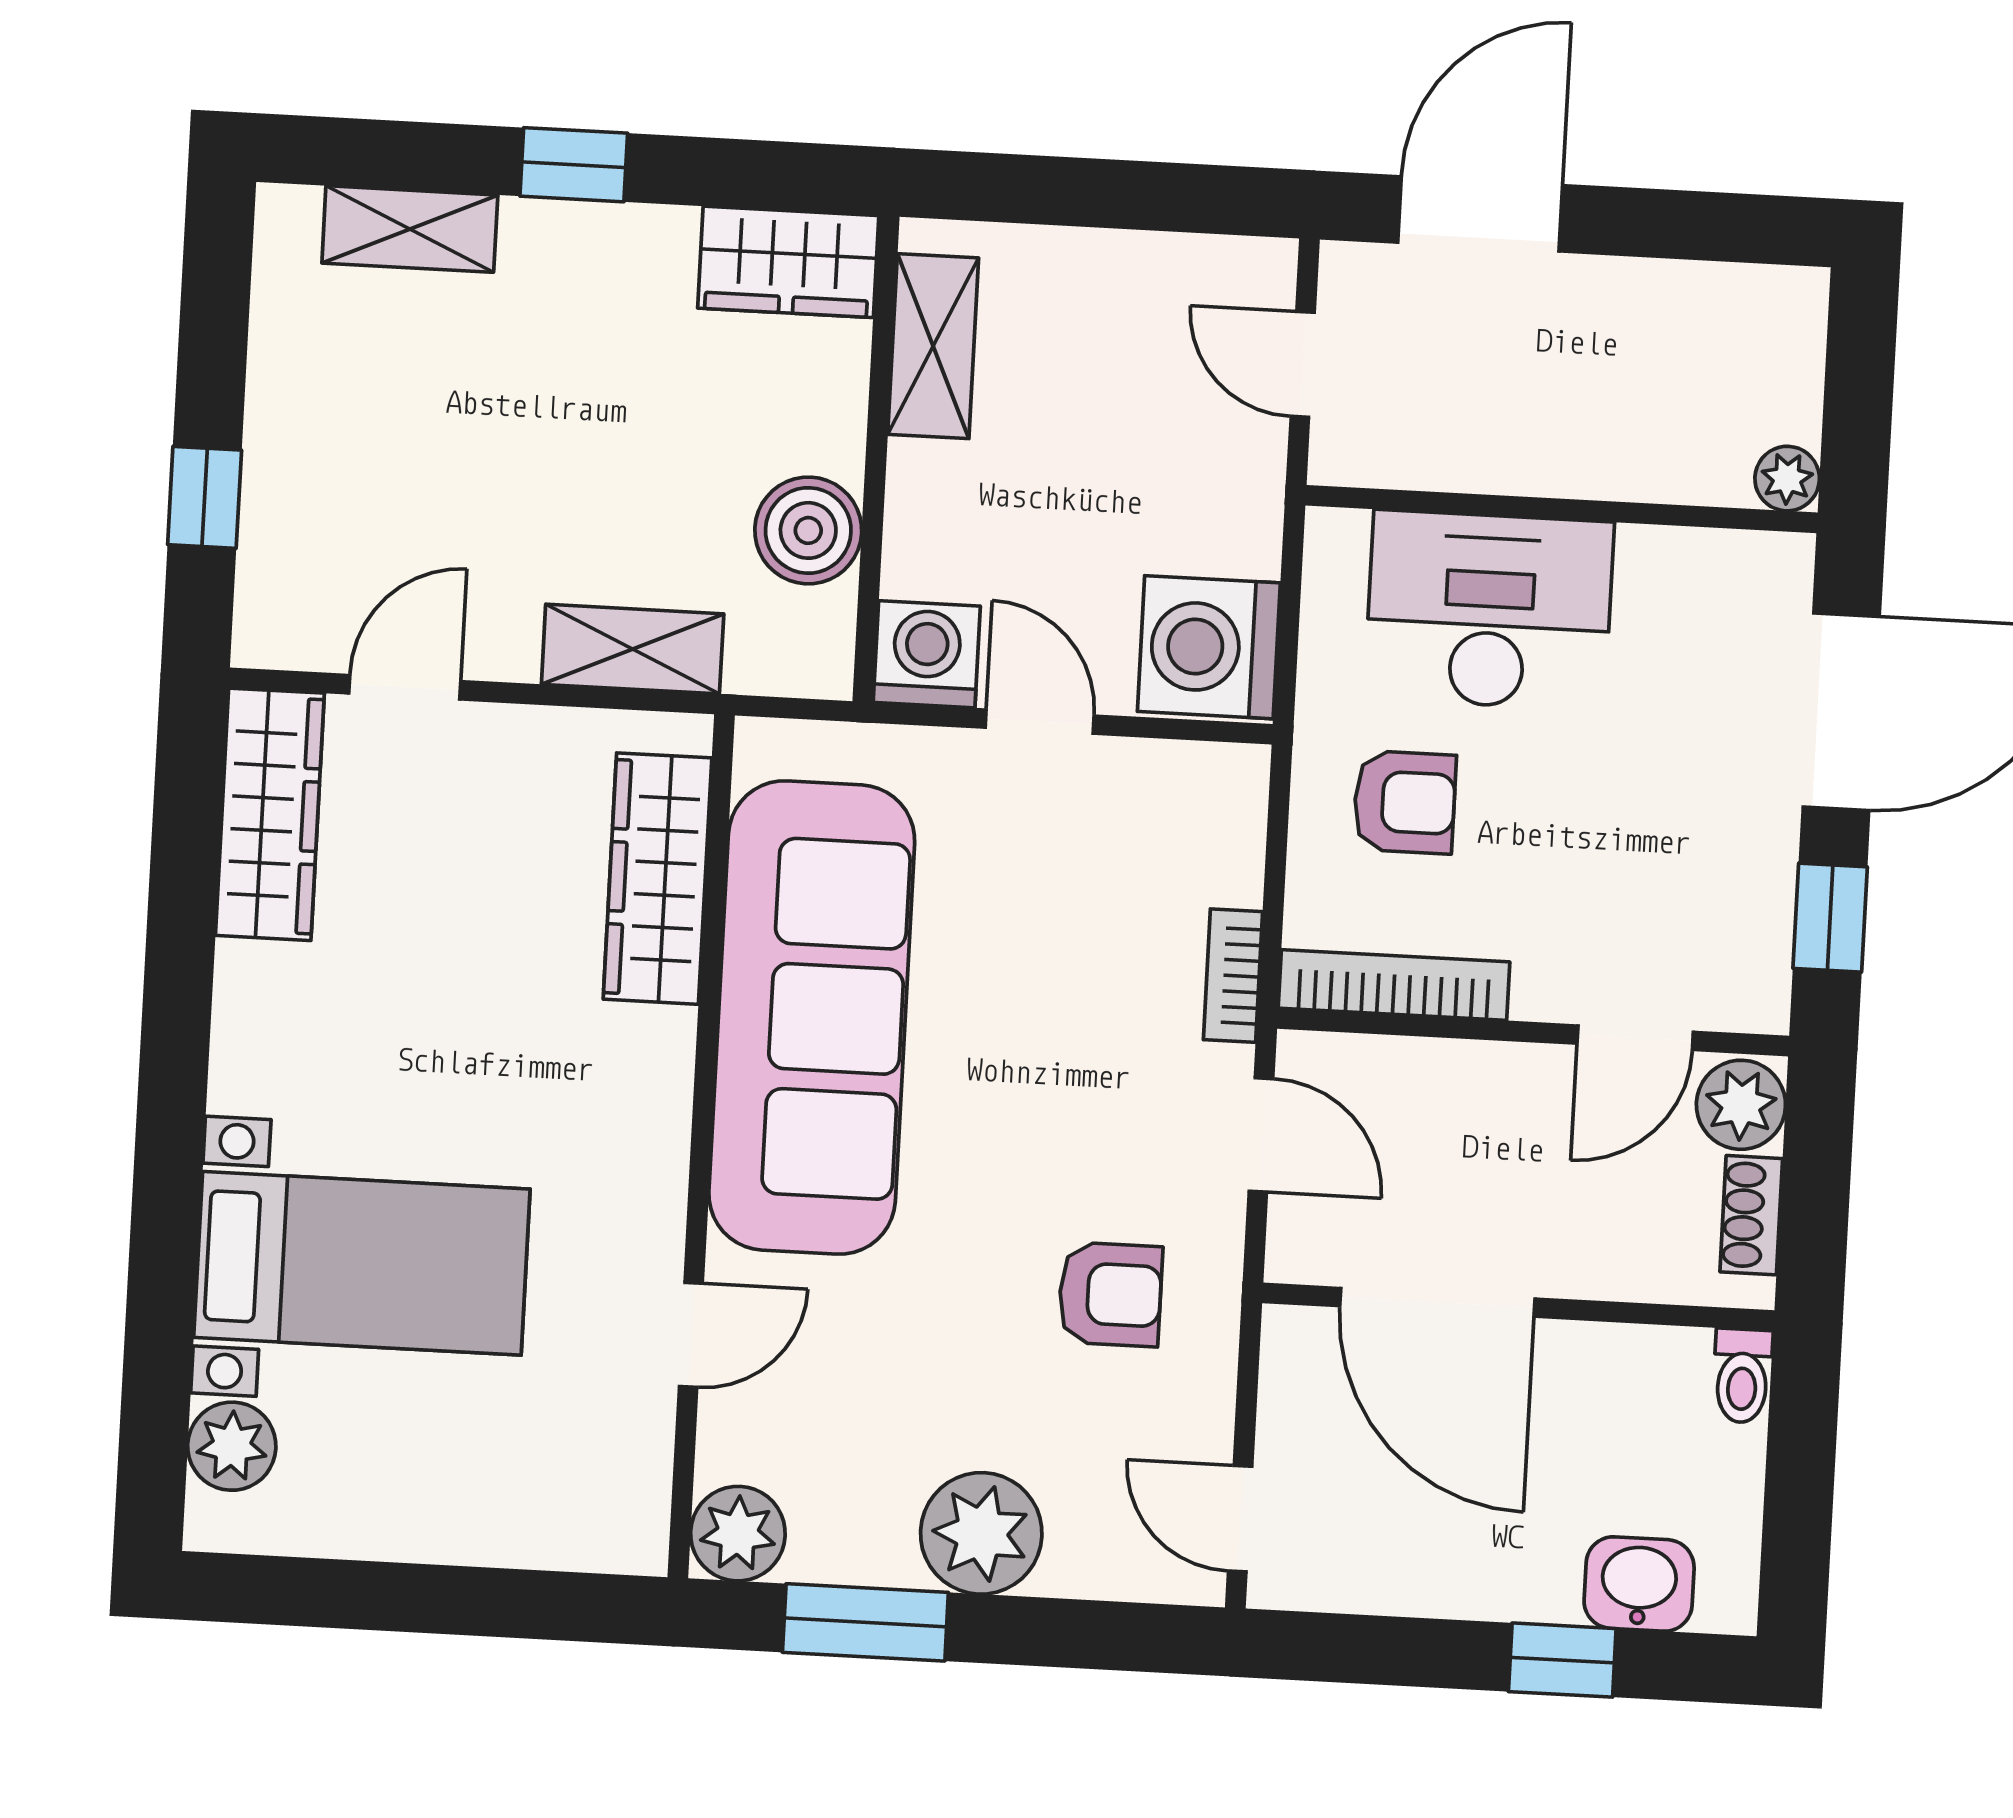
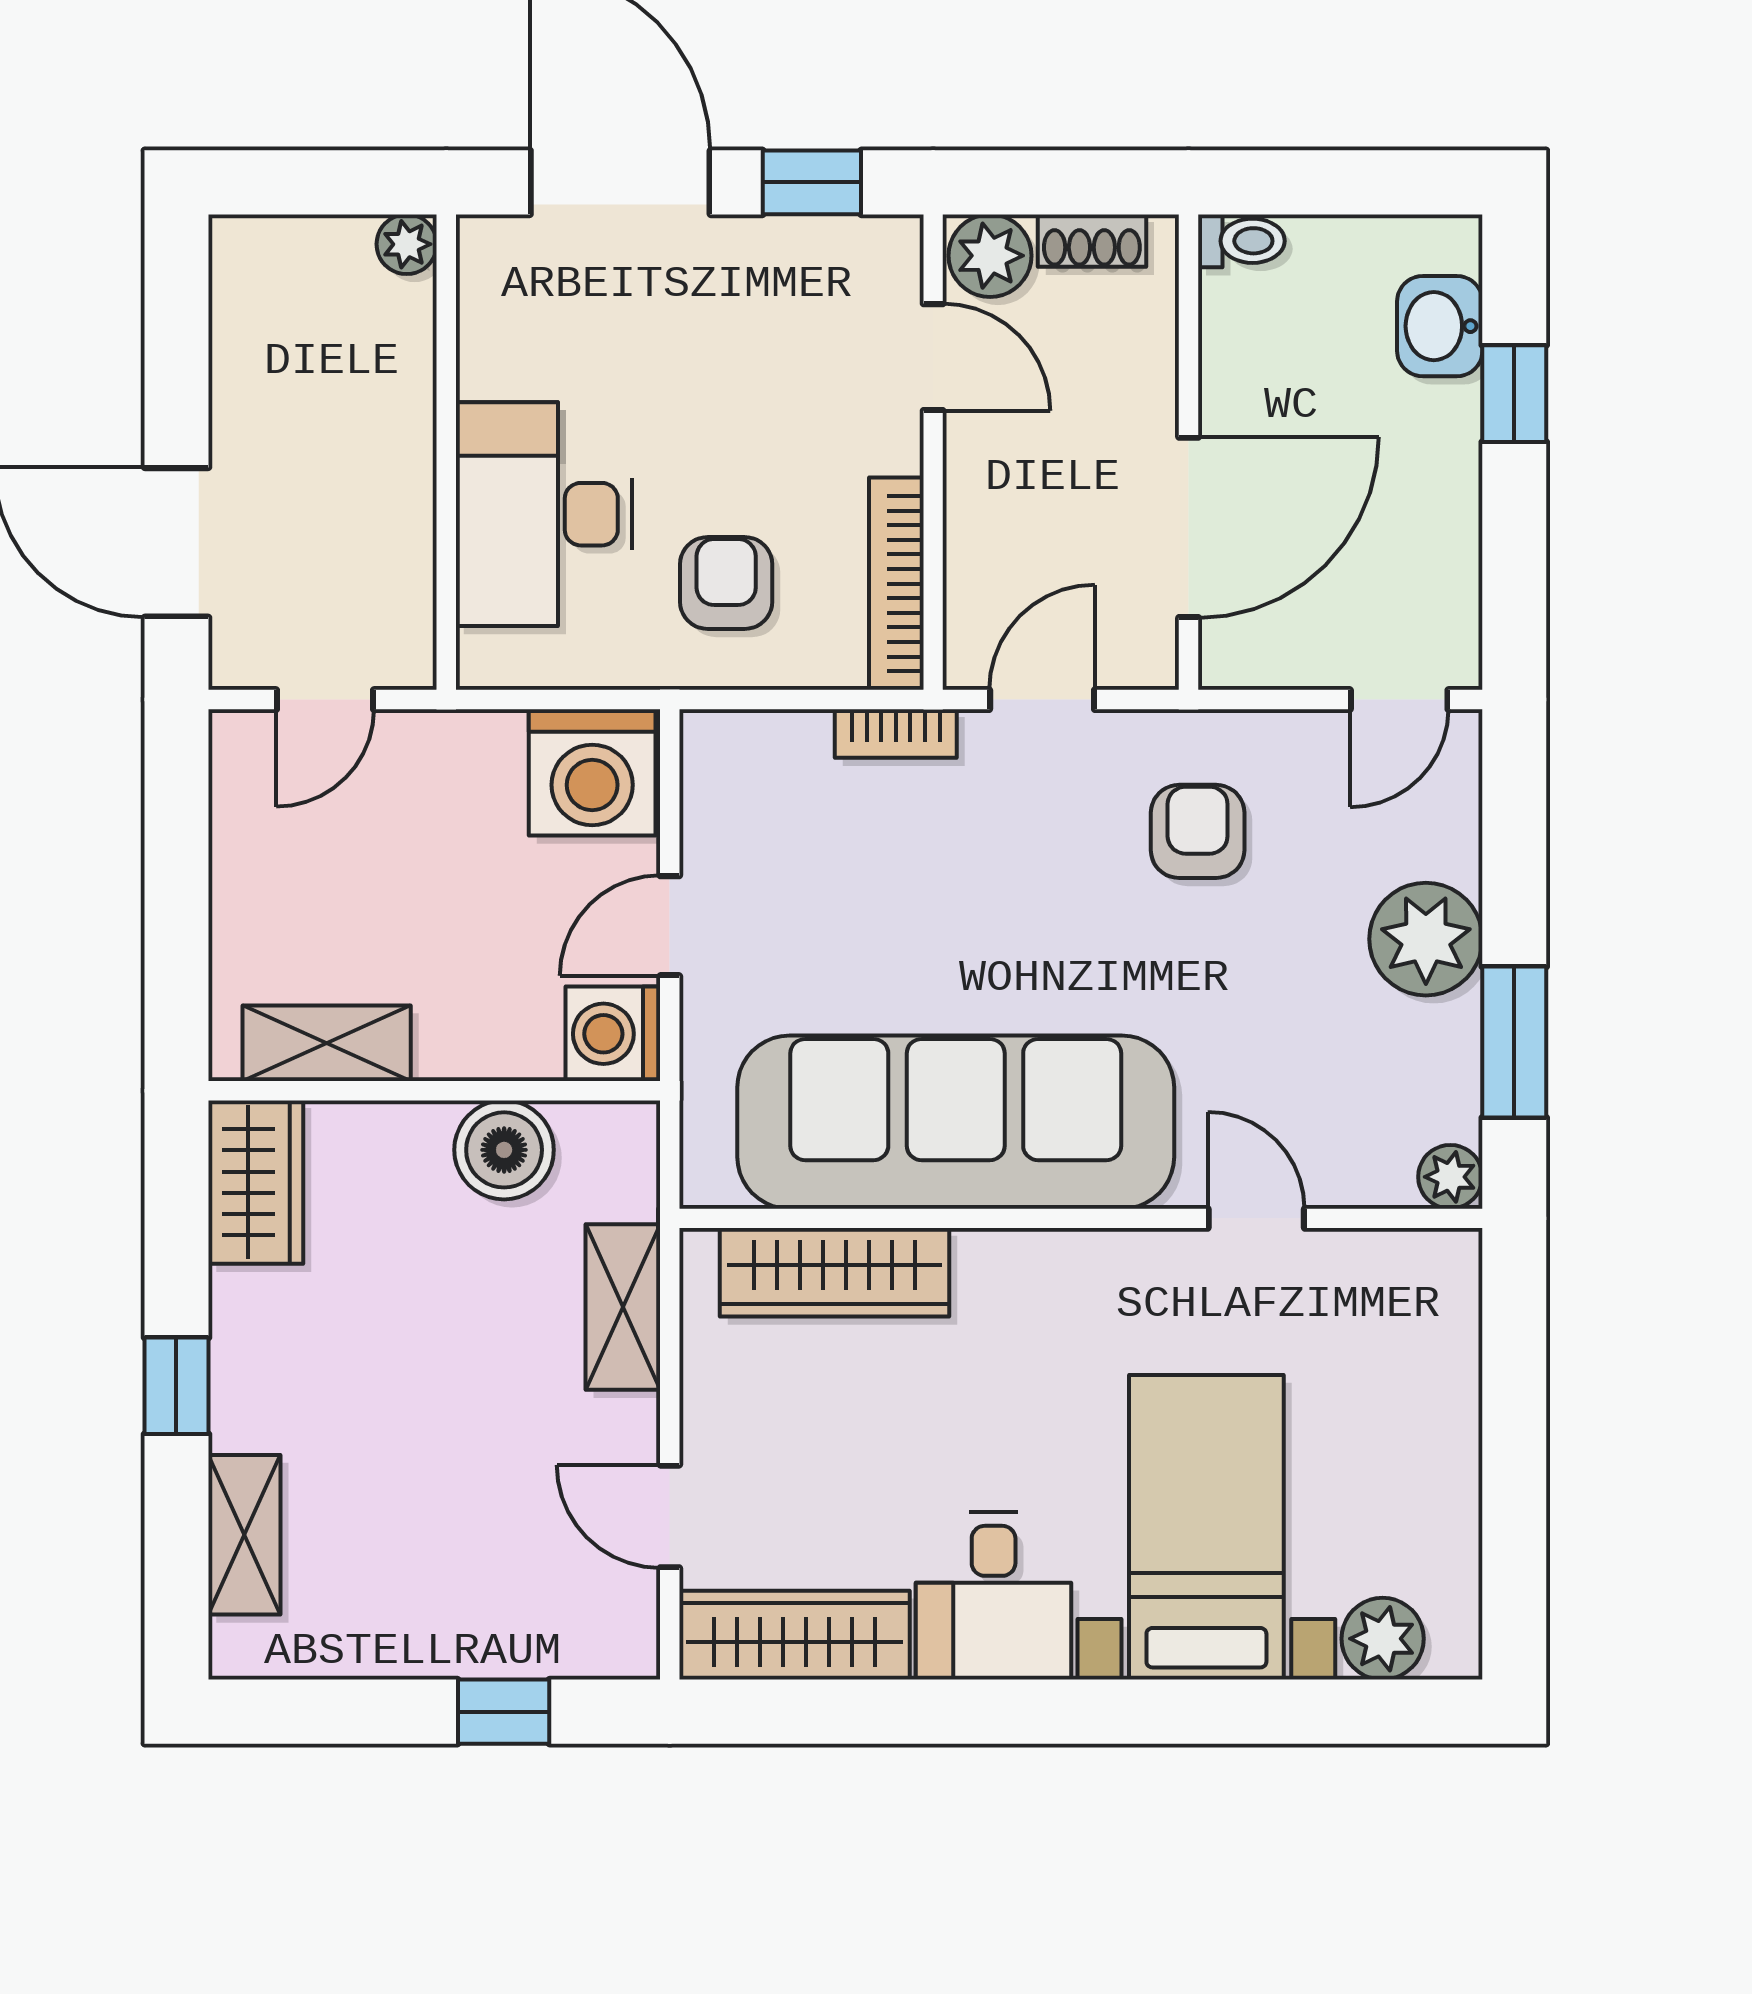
desk: (300, 1031) -> (994, 1596), added
plant: (738, 1534) -> (1450, 1177), width x0.73, depth x0.73

